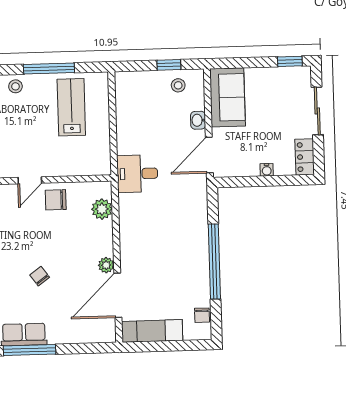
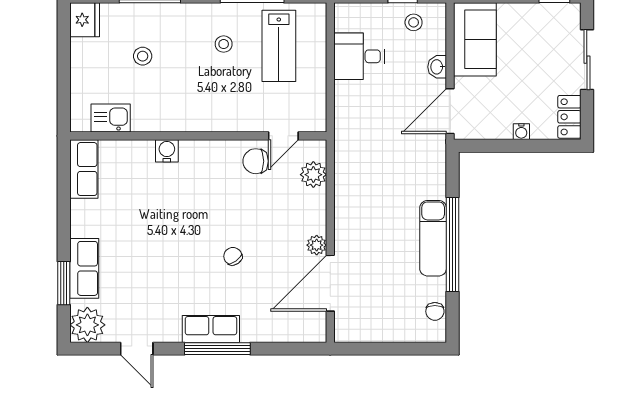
stool: (15, 86) -> (224, 44), moved
lab bench: (71, 107) -> (279, 46), turned 180
desk: (137, 174) -> (359, 56), moved
door: (30, 180) -> (283, 136), moved
exam couch: (152, 331) -> (433, 238), moved, turned -90

